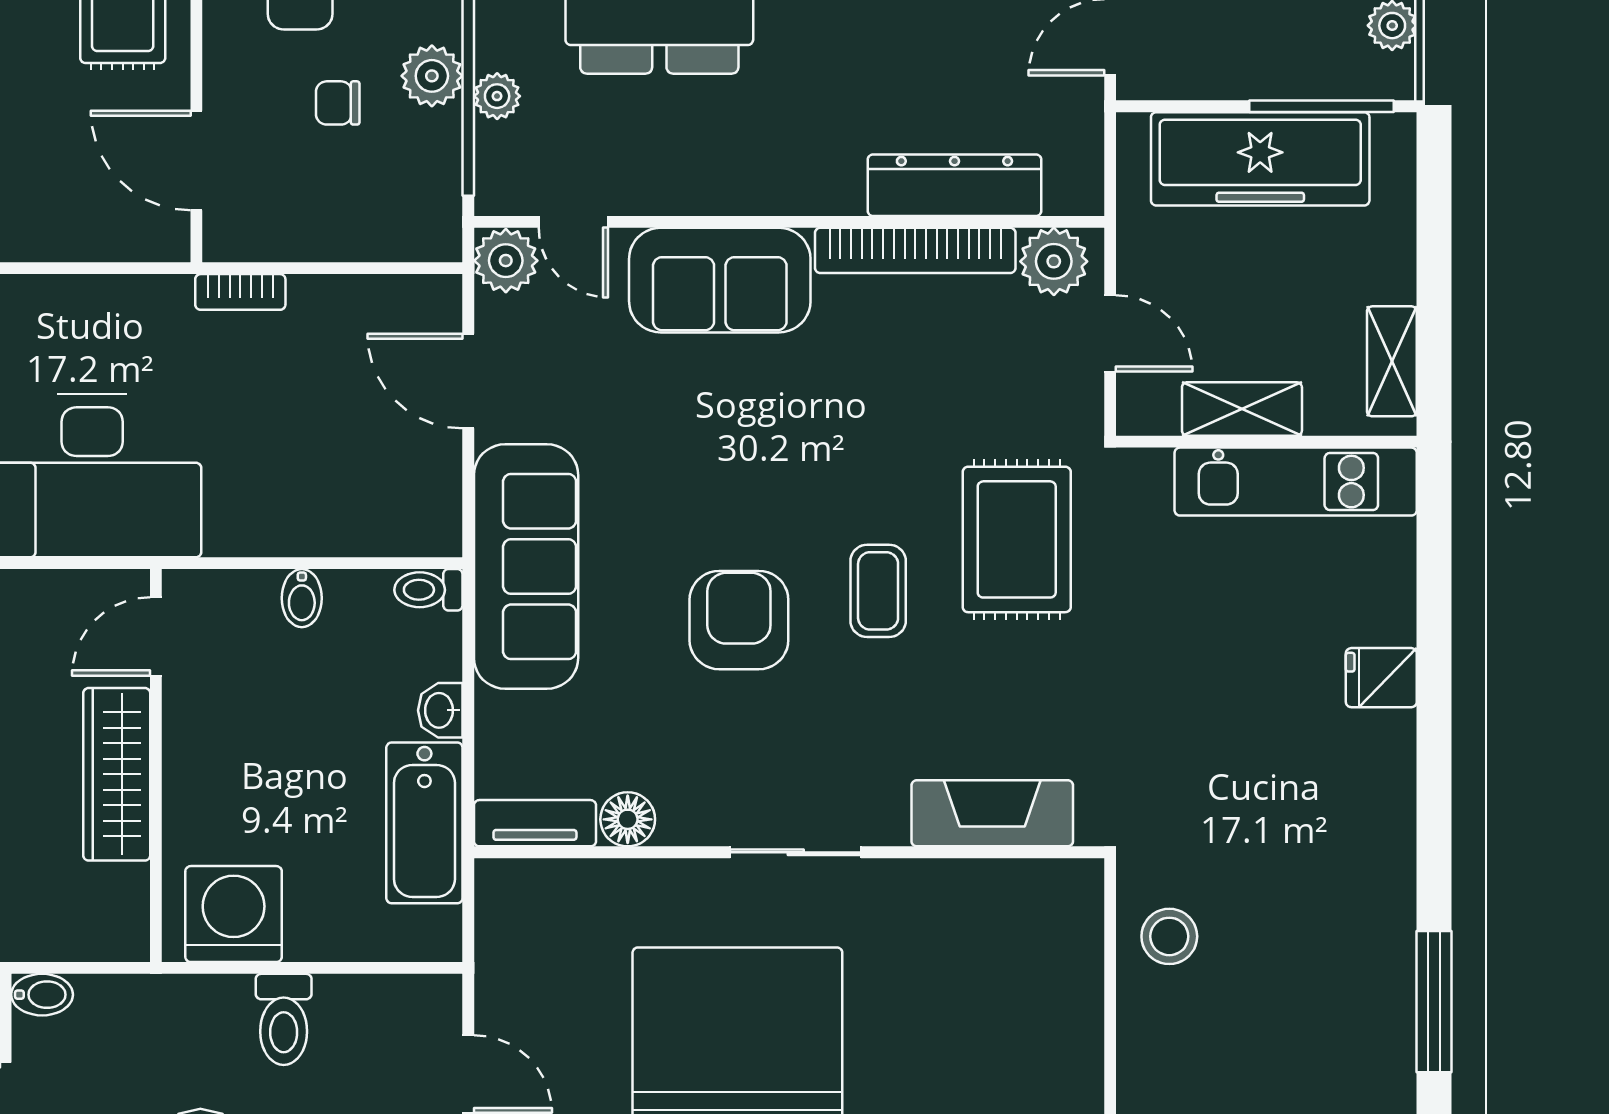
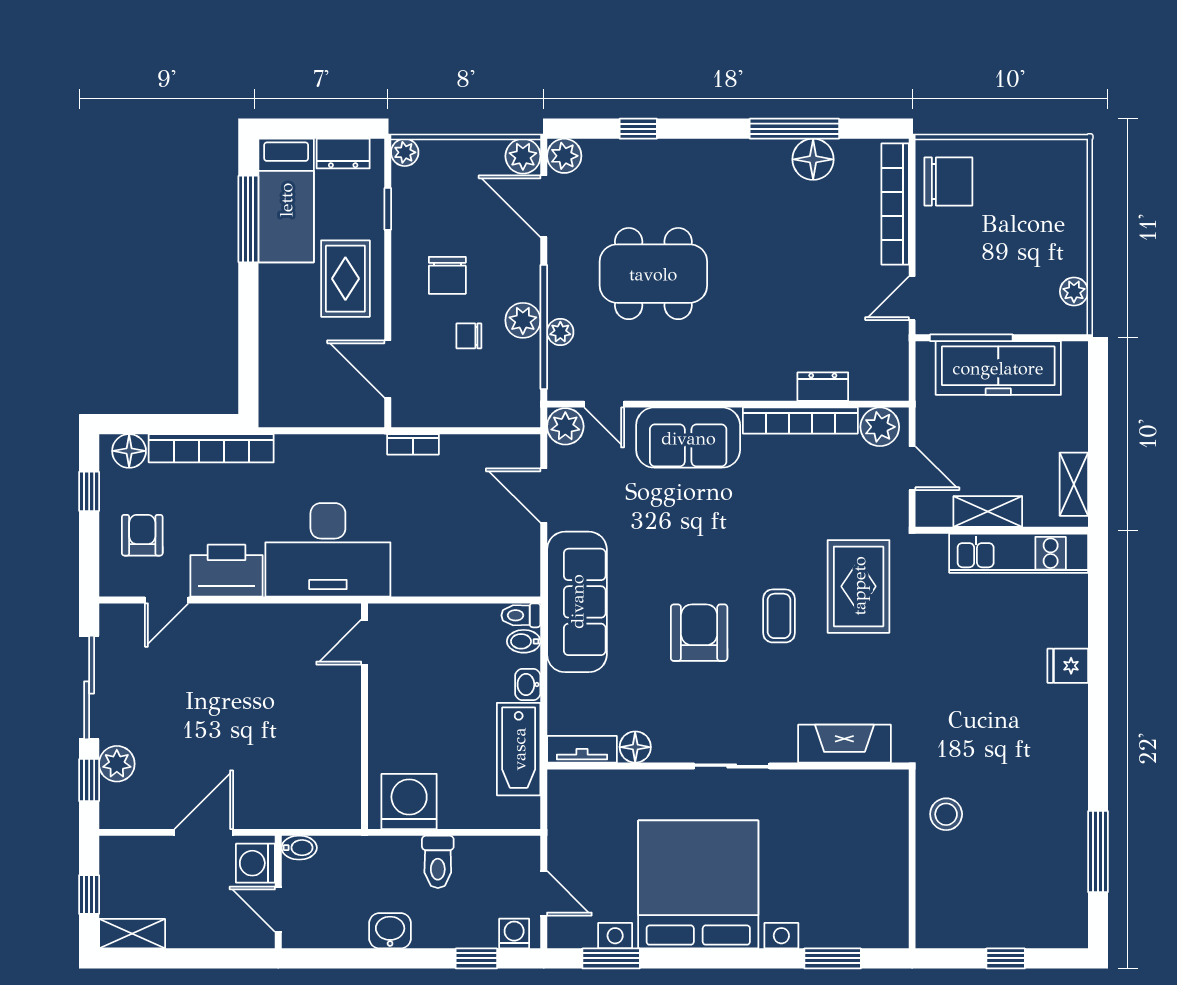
window: (1322, 106) -> (971, 338), moved
dresser: (954, 185) -> (823, 387), width x0.51, depth x0.80
bidet: (302, 598) -> (524, 641), moved, turned 90
wardrobe: (117, 774) -> (342, 721), removed

